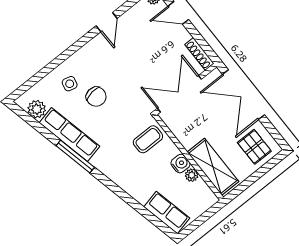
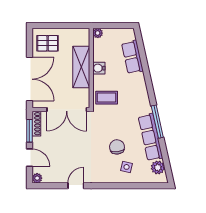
window: (201, 41) -> (29, 131), added
pallet: (254, 147) -> (48, 43), turned 90
shelving: (213, 167) -> (81, 67), moved
plant: (192, 175) -> (98, 33), moved
row of seats: (167, 212) -> (132, 57), moved

